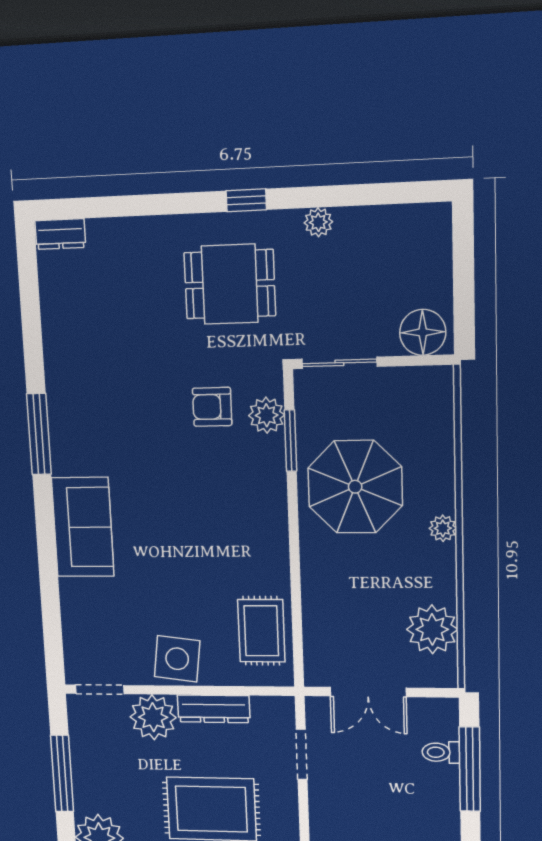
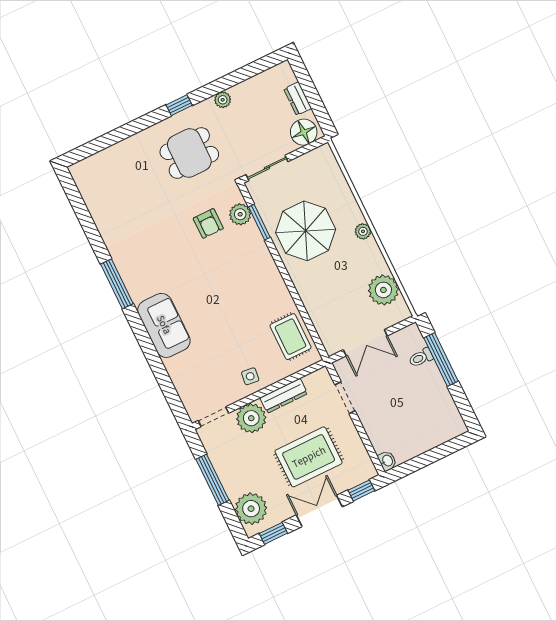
dresser: (60, 234) -> (298, 99), moved, turned 90
armchair: (212, 407) -> (208, 223), turned -90
side table: (177, 659) -> (250, 376), width x0.54, depth x0.54

